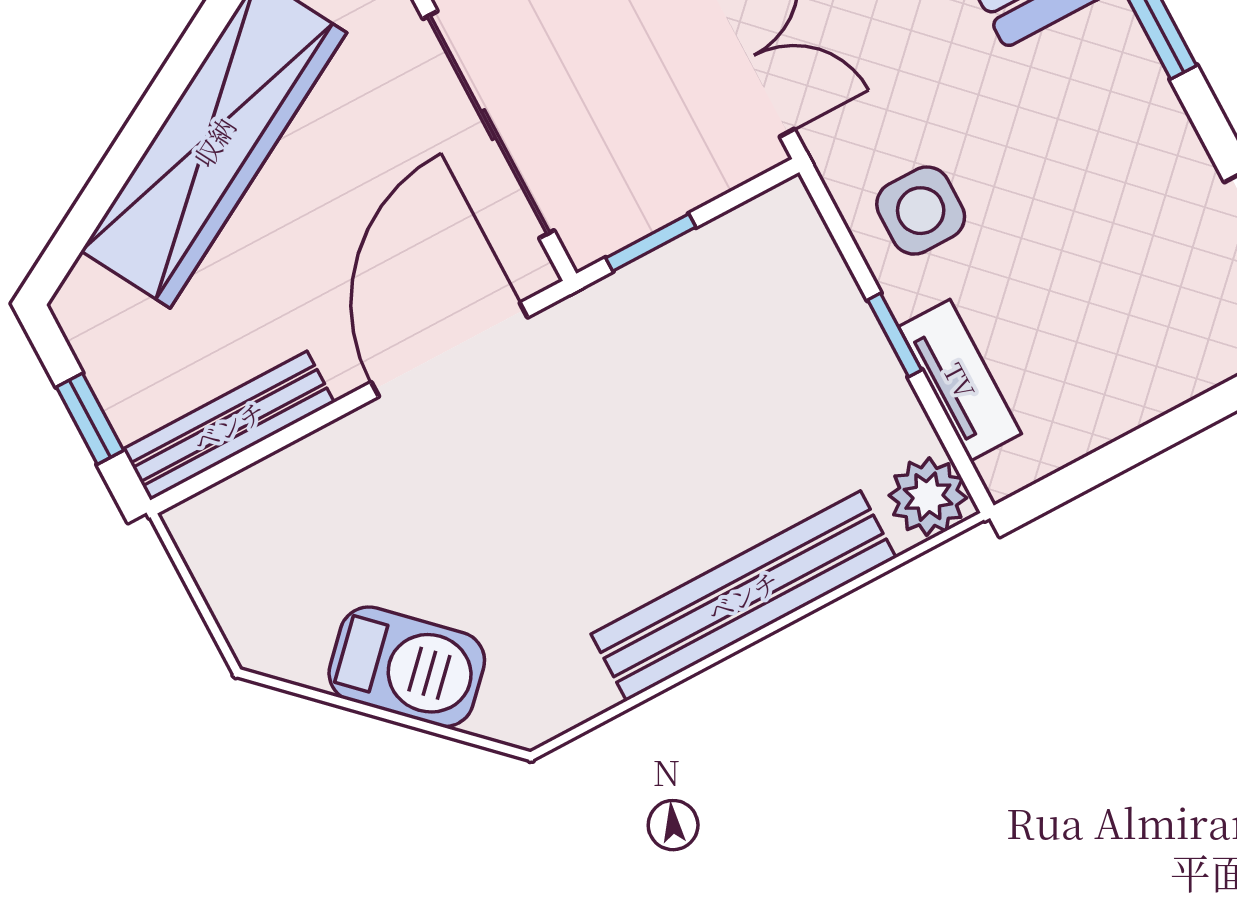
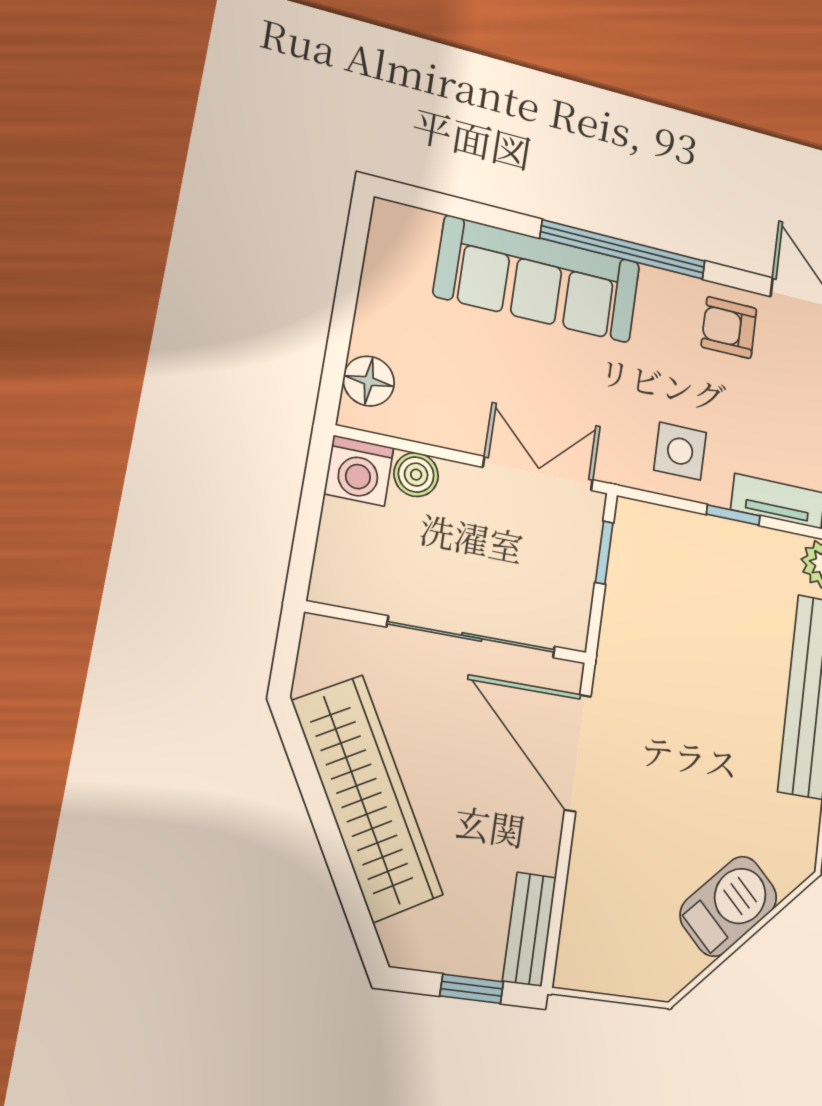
armchair: (1135, 158) -> (729, 328), added
window: (651, 243) -> (604, 553), moved
bench: (229, 426) -> (529, 929), width x0.73

